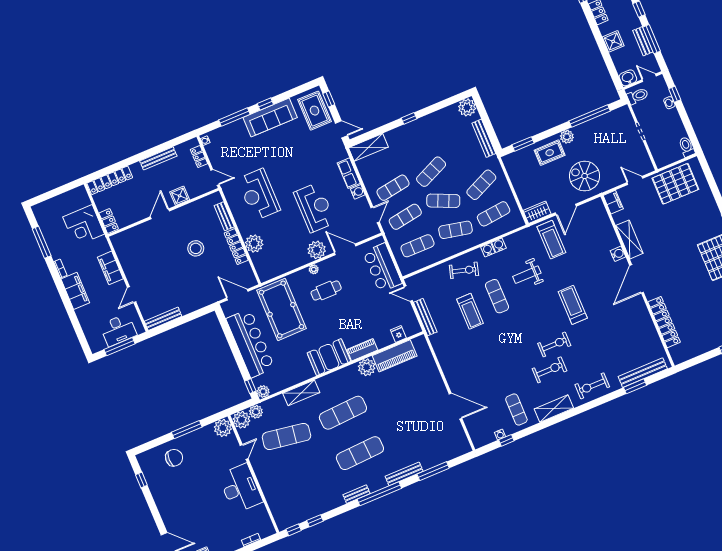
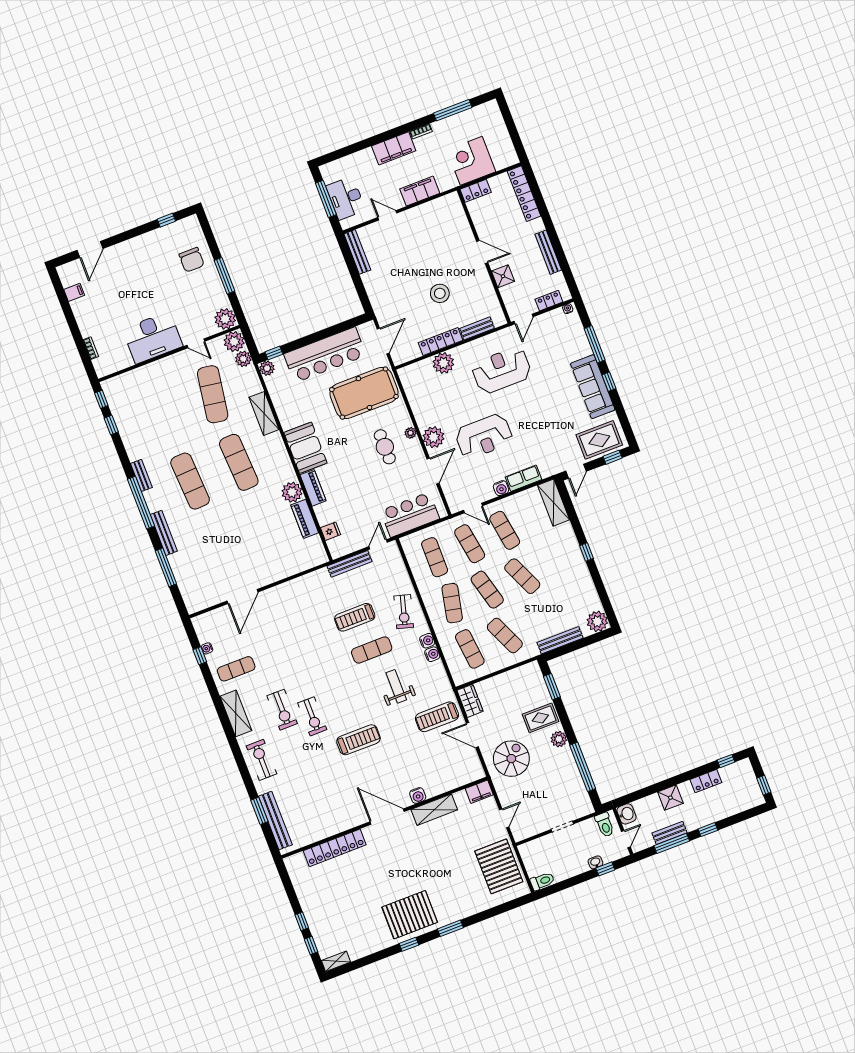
rug: (550, 153) -> (540, 718), turned 90
exercise mat: (443, 201) -> (487, 590), turned -39
piano: (395, 356) -> (305, 519), width x0.73, depth x0.75

